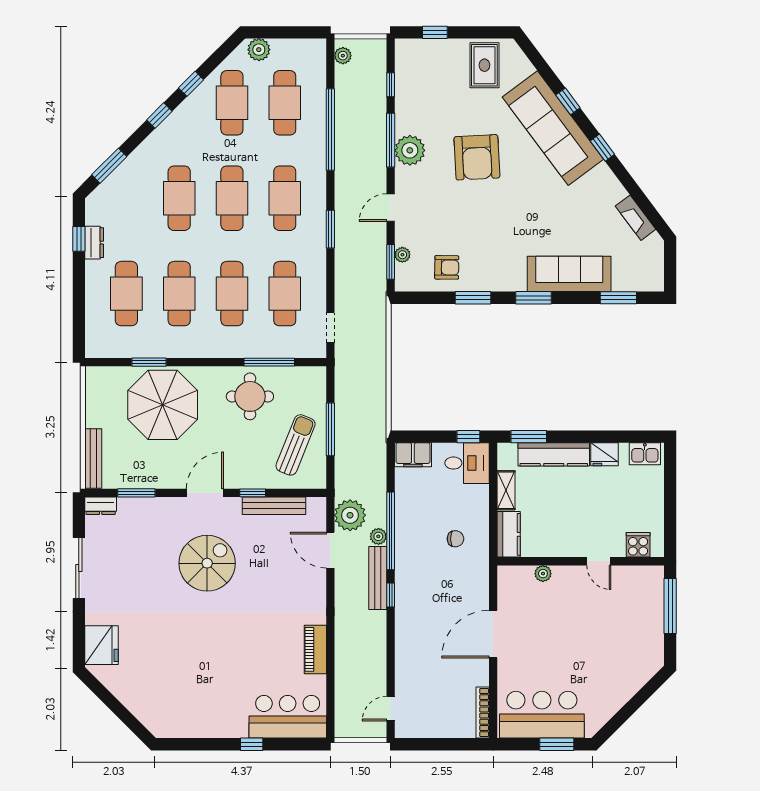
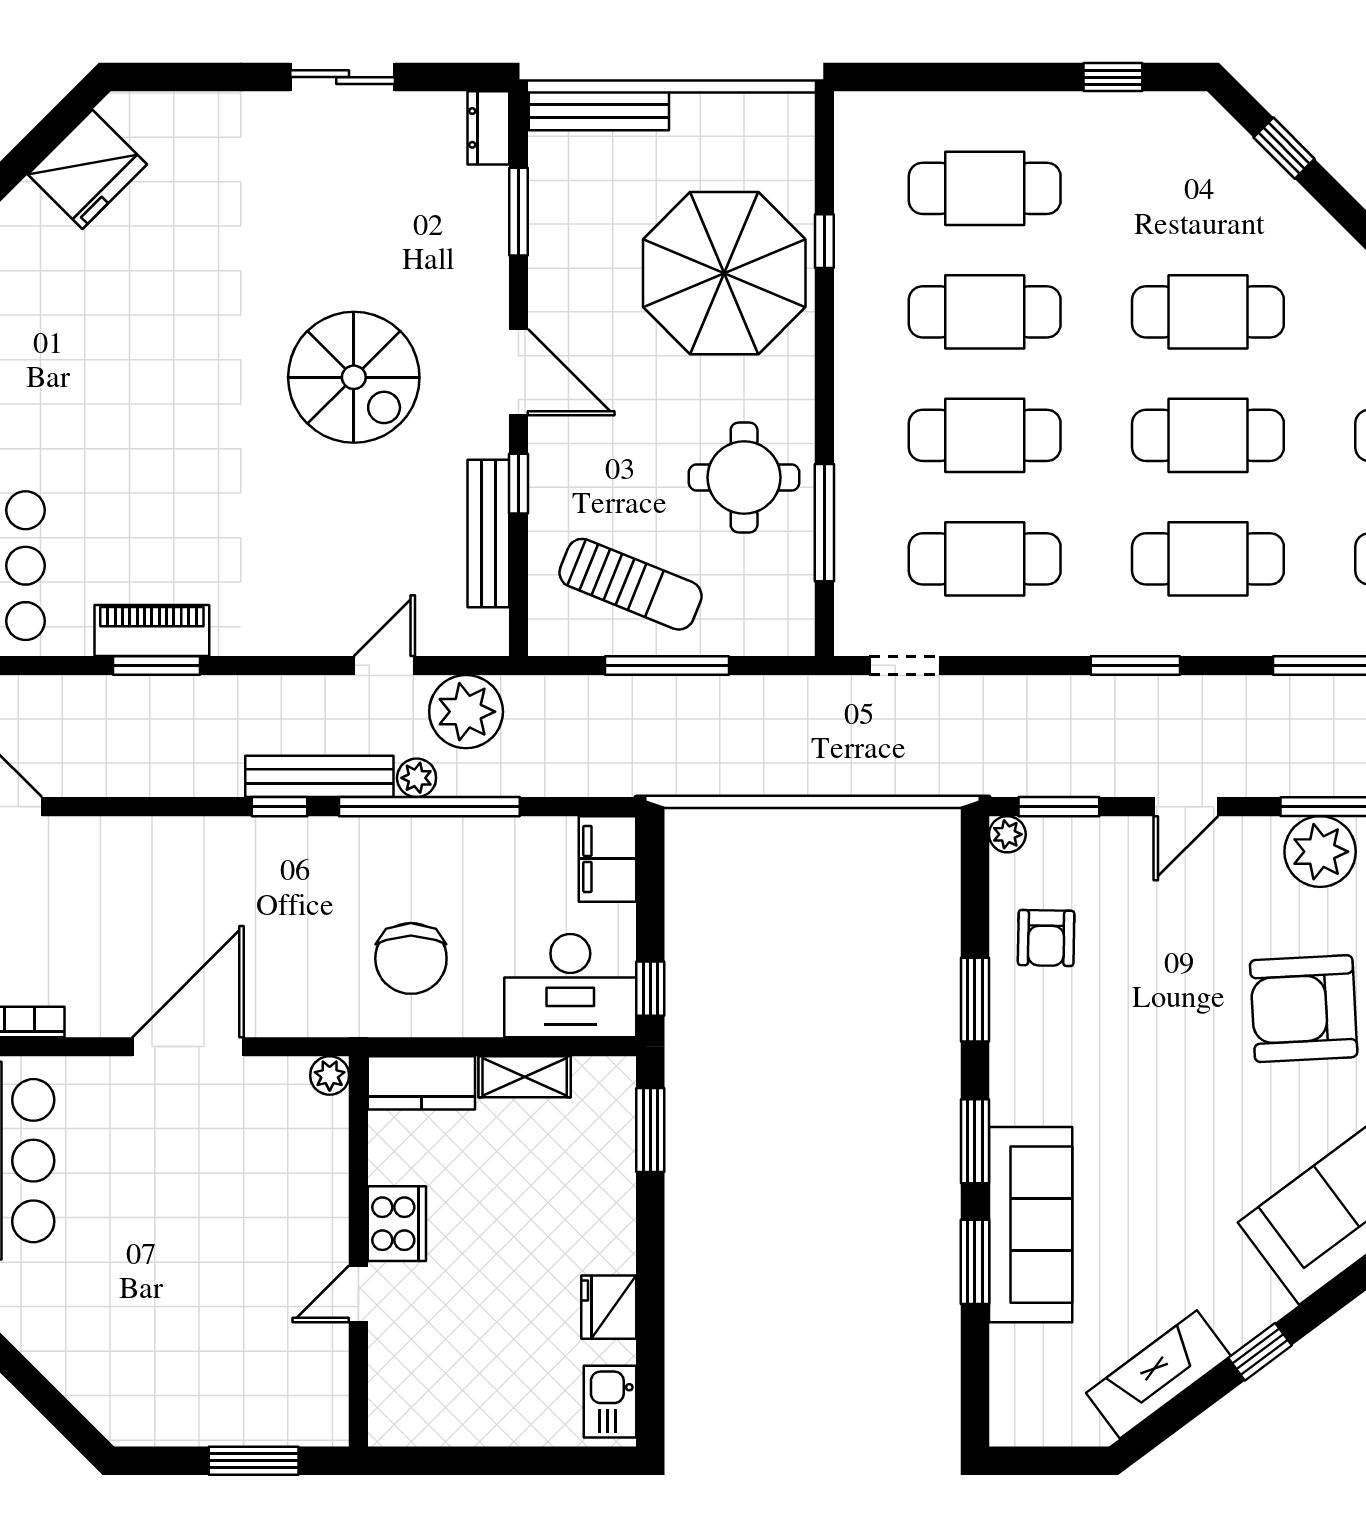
window: (602, 148) -> (1260, 1352), moved
window: (109, 166) -> (1284, 148), width x0.67
door: (391, 208) -> (1186, 807), swing flipped
fireplace: (636, 218) -> (1158, 1374), width x1.37, depth x1.32
dresser: (94, 243) -> (1104, 113), removed
plant: (402, 255) -> (1007, 834), moved
window: (618, 298) -> (975, 1262), moved
window: (149, 362) -> (824, 241), width x0.67
kitchen counter: (554, 454) -> (608, 1188), removed
desk: (467, 463) -> (570, 986), width x1.37
chair: (455, 539) -> (411, 958), width x1.87, depth x1.87
cooker: (638, 545) -> (397, 1224), moved, width x1.36
door: (330, 550) -> (384, 665), width x0.73
sliding door: (79, 568) -> (343, 77), width x0.73
plant: (543, 574) -> (330, 1075), moved
window: (670, 606) -> (254, 1461), width x0.69
door: (493, 634) -> (188, 1047), hinge flipped
fridge: (101, 645) -> (87, 169), moved, turned -45
window: (330, 648) -> (156, 665), added

